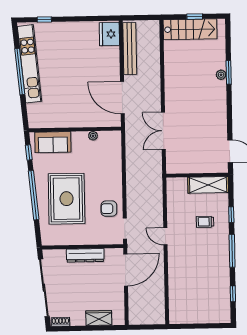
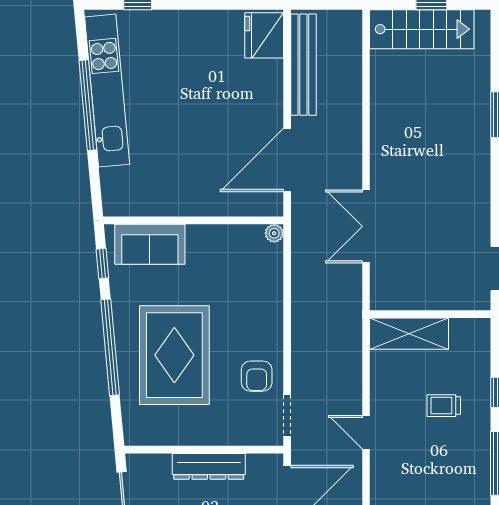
plant: (221, 75) -> (481, 119), removed
door: (122, 98) -> (287, 160), hinge flipped
plant: (93, 136) -> (274, 233), moved
shelving: (208, 185) -> (409, 334), moved
armchair: (109, 209) -> (257, 376), turned -90

